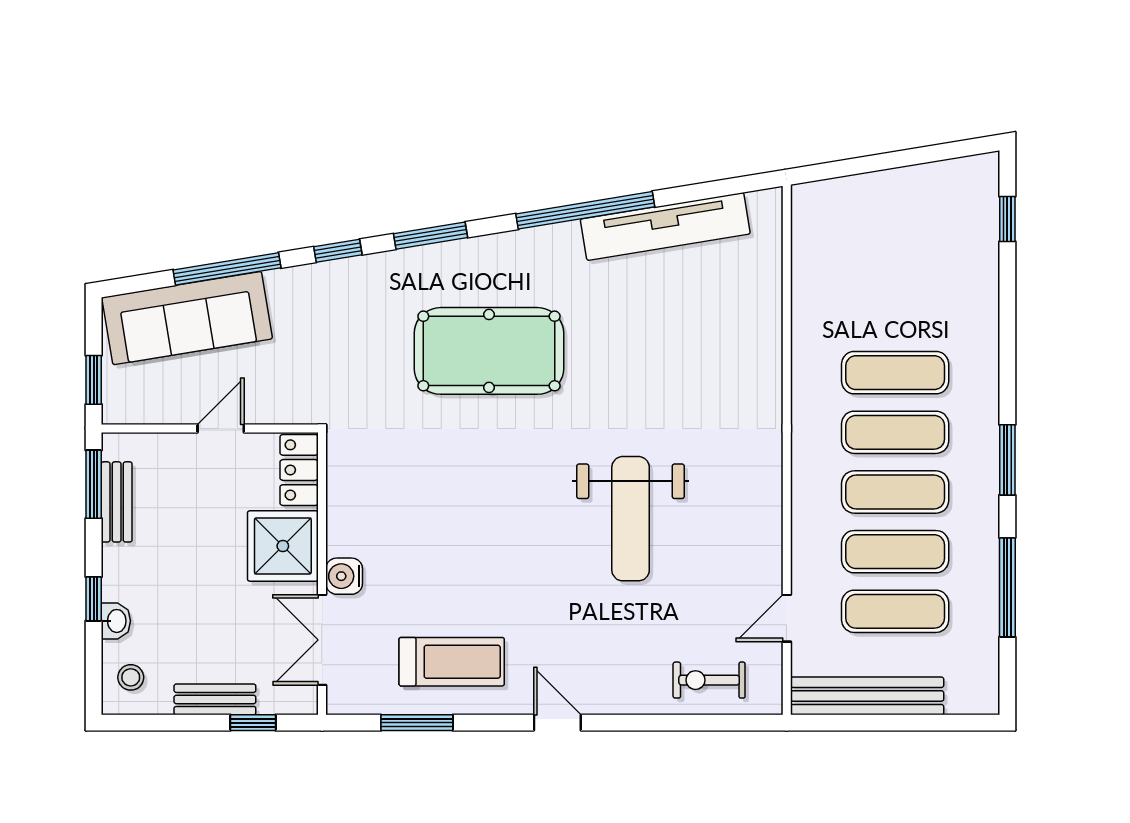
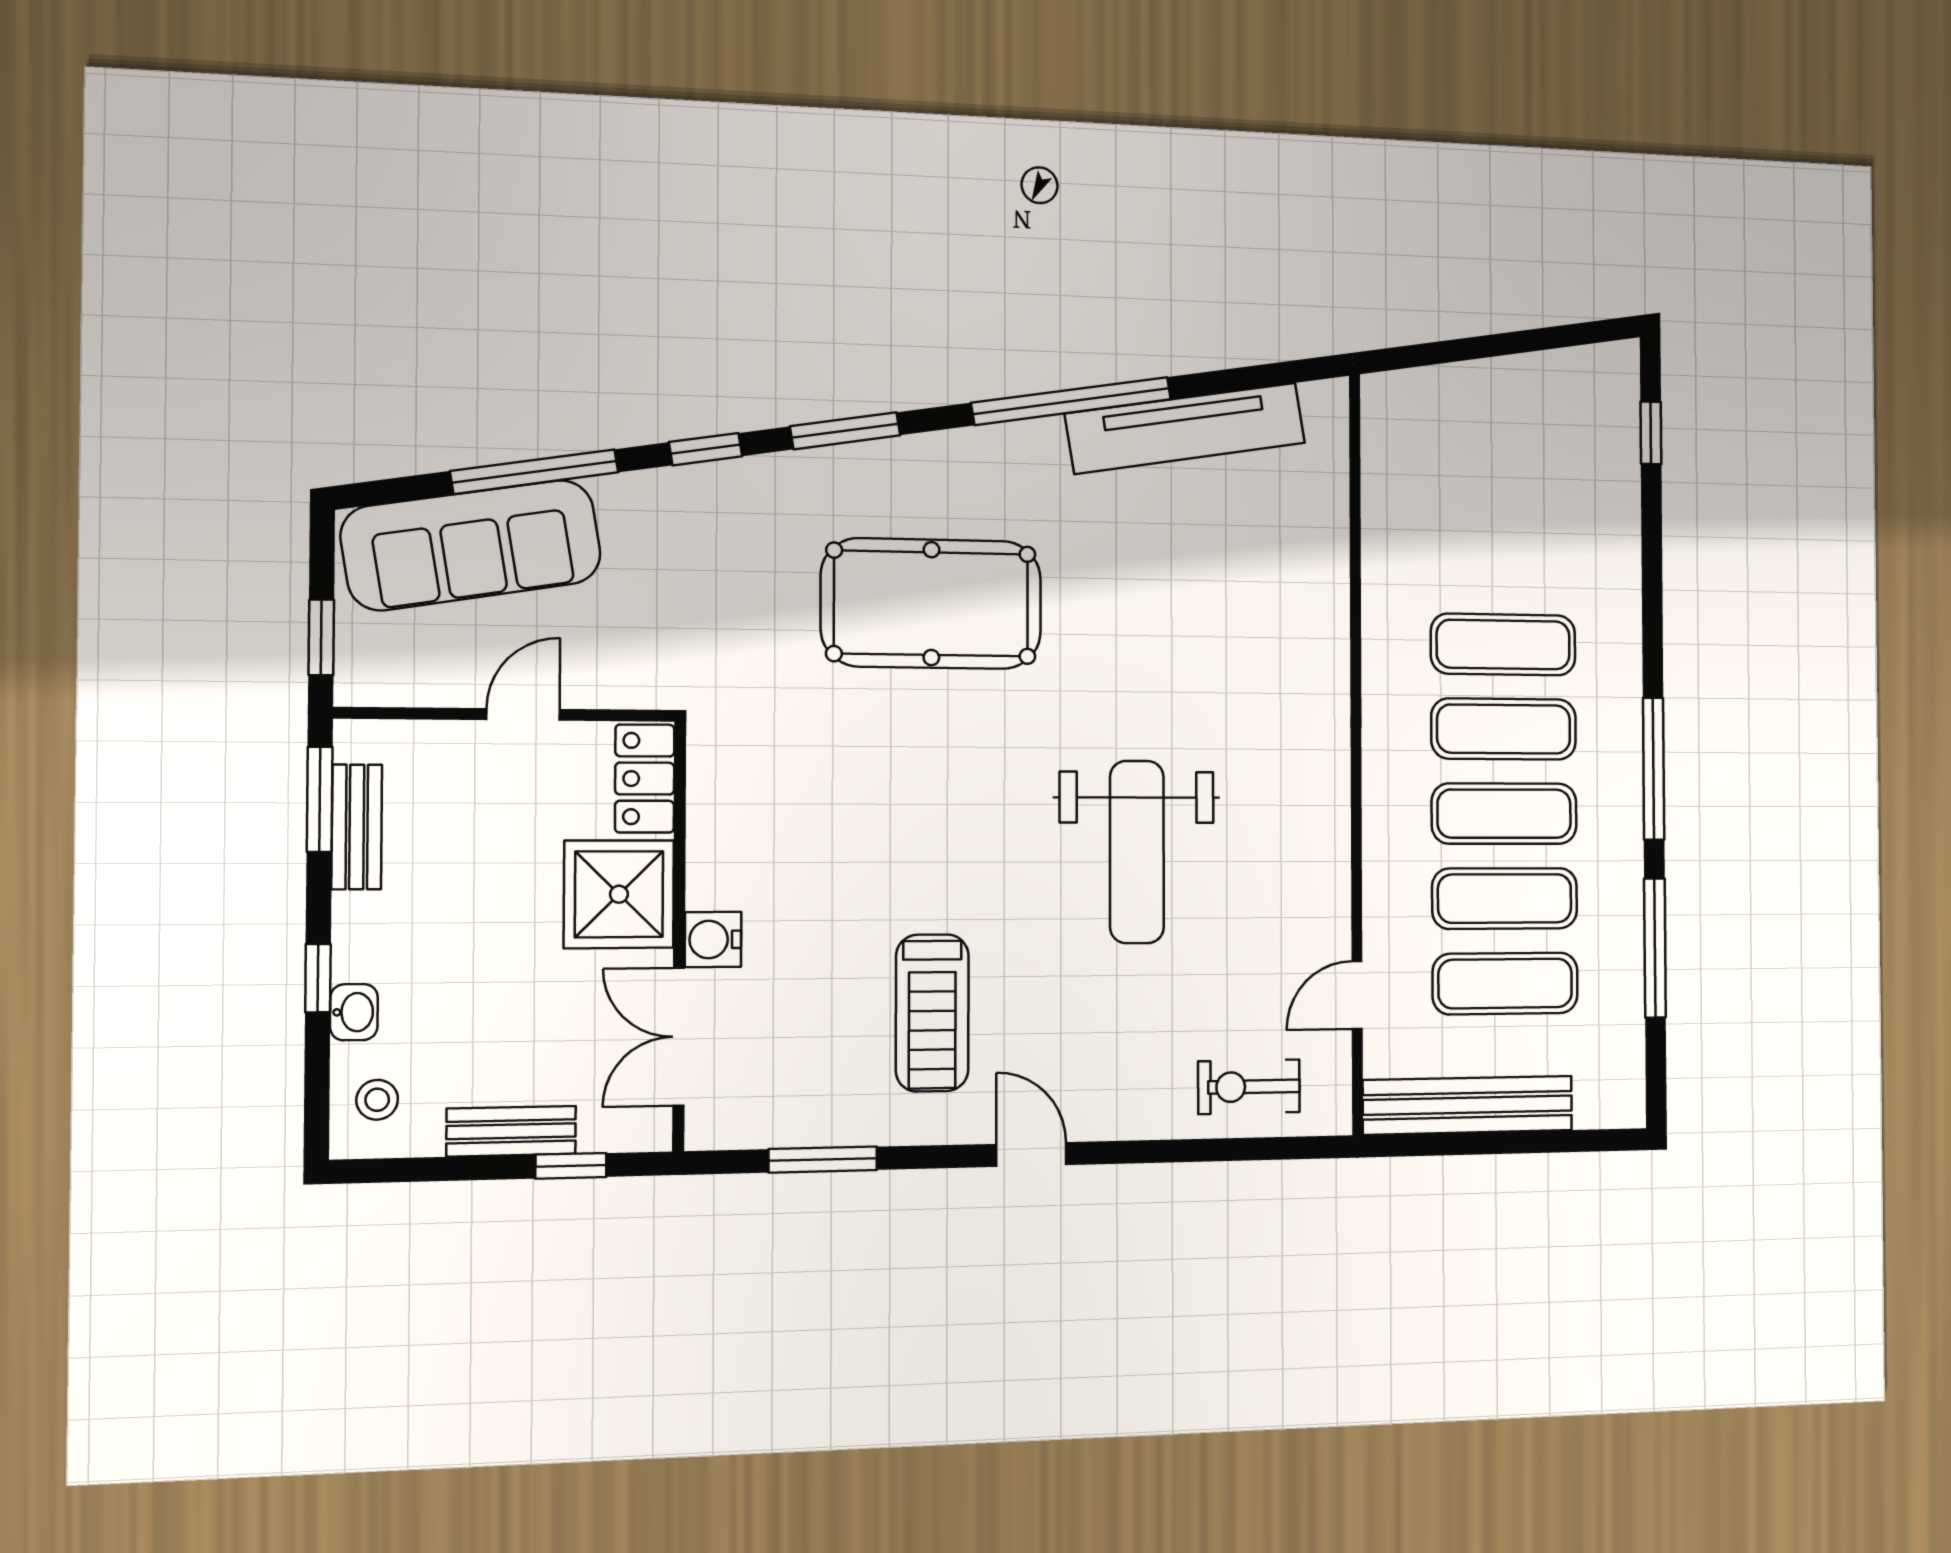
window: (1007, 460) -> (1654, 769), width x1.44
treadmill: (452, 662) -> (932, 1013), moved, turned 90

